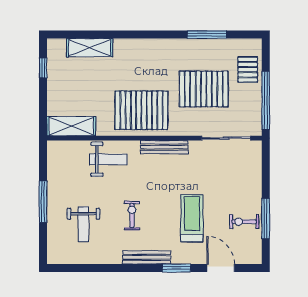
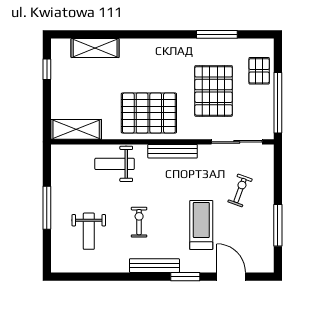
pallet: (204, 89) -> (214, 91), turned 90
weight bench: (108, 159) -> (115, 164), turned 180
exercise bike: (244, 222) -> (240, 190), moved, turned 110

